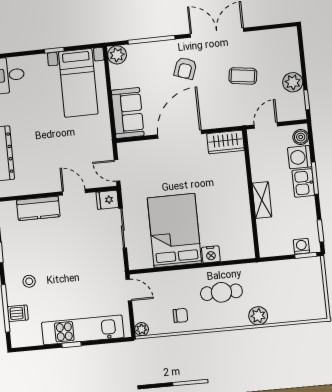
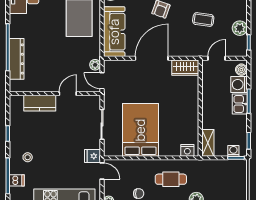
sofa: (128, 113) -> (114, 32), width x1.36
plant: (106, 150) -> (95, 65), added
door: (74, 192) -> (68, 94), hinge flipped
fridge: (107, 200) -> (92, 156), moved
shelving: (262, 200) -> (208, 143), moved
nightstand: (211, 254) -> (187, 150), moved

